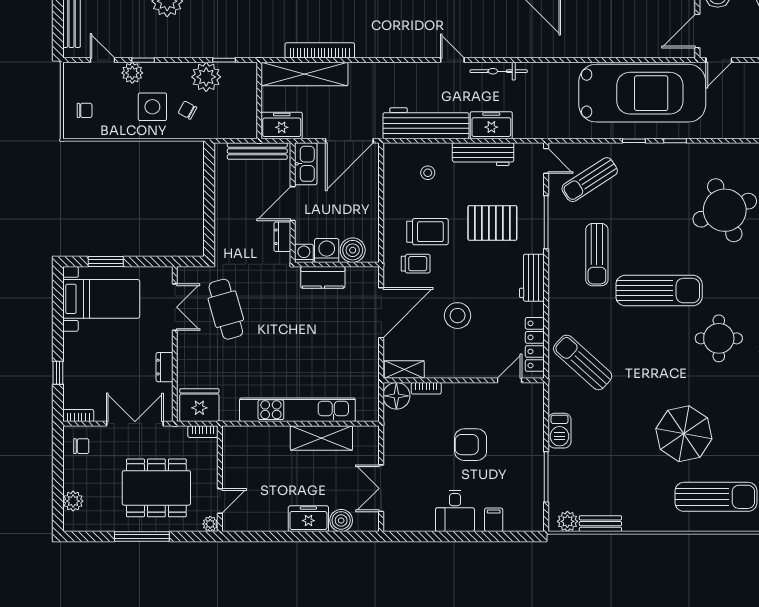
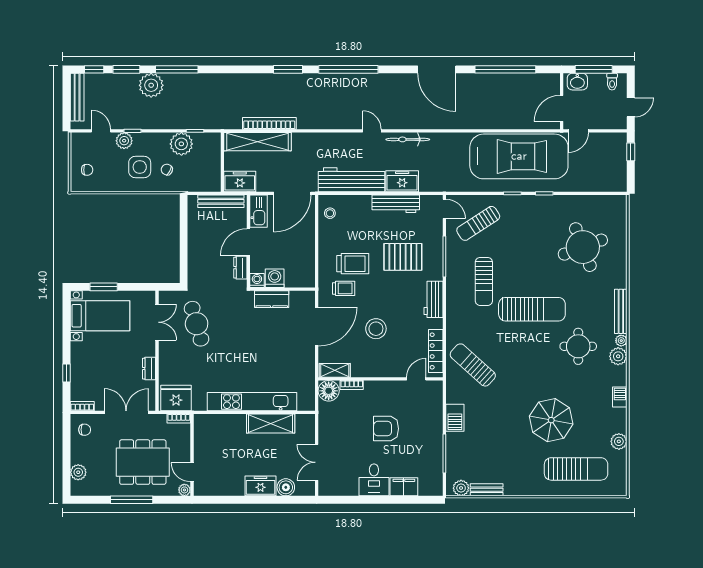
stool: (428, 173) -> (330, 213), moved
boiler: (353, 250) -> (295, 278), removed
door: (220, 501) -> (192, 472), swing flipped
filing cabinet: (494, 520) -> (404, 487), width x2.00

